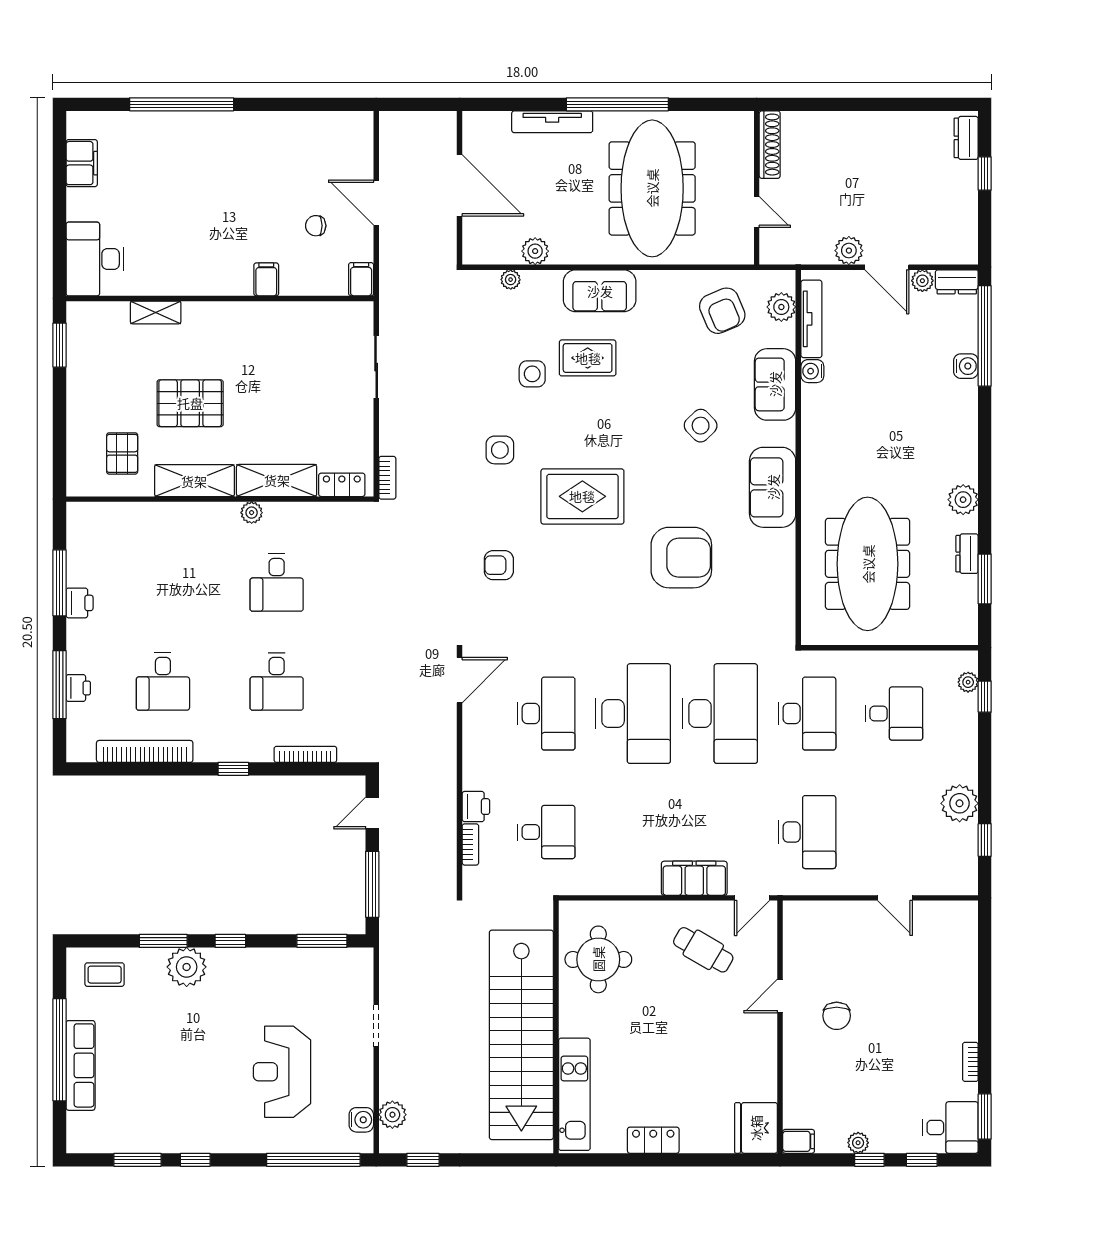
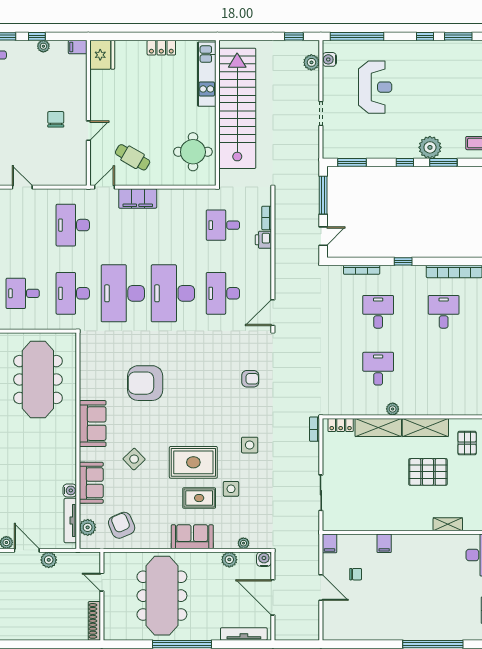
tv unit: (552, 122) -> (244, 634), moved
water cooler: (475, 252) -> (264, 559), added
rug: (582, 496) -> (193, 462), moved

